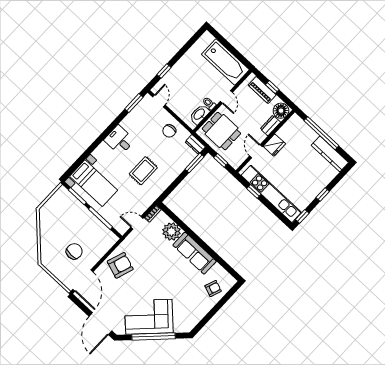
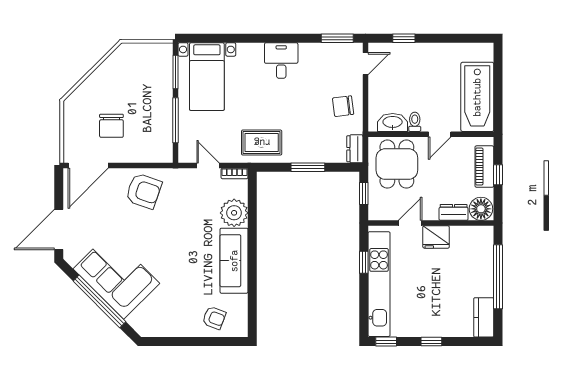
kitchen counter: (330, 154) -> (484, 317), width x0.67
window: (195, 163) -> (308, 167), moved
rug: (143, 171) -> (262, 143), moved
chair: (74, 251) -> (111, 126), turned 90

